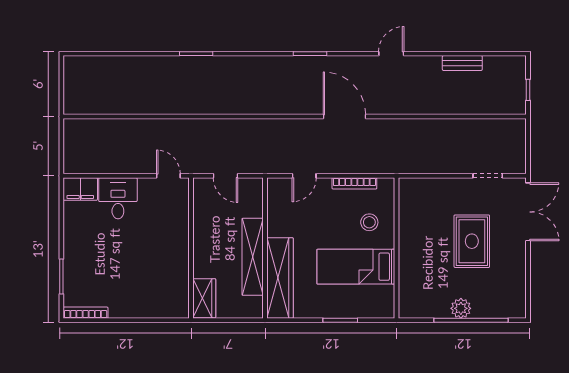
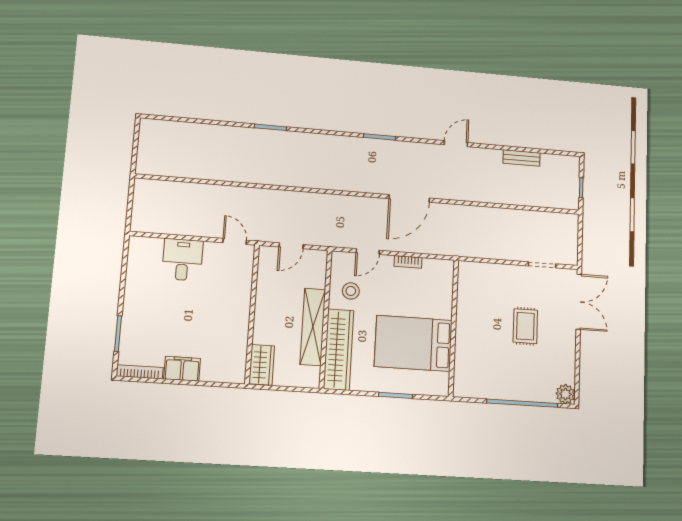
door: (344, 117) -> (409, 198), swing flipped
door: (226, 176) -> (291, 246), hinge flipped
bookcase: (354, 183) -> (408, 262), width x0.64
filing cabinet: (80, 189) -> (182, 369), moved, turned 180
stool: (369, 222) -> (351, 291), moved
rug: (472, 241) -> (525, 326), width x0.73, depth x0.70
bed: (356, 267) -> (413, 343), width x1.50
plant: (461, 308) -> (565, 394), moved

